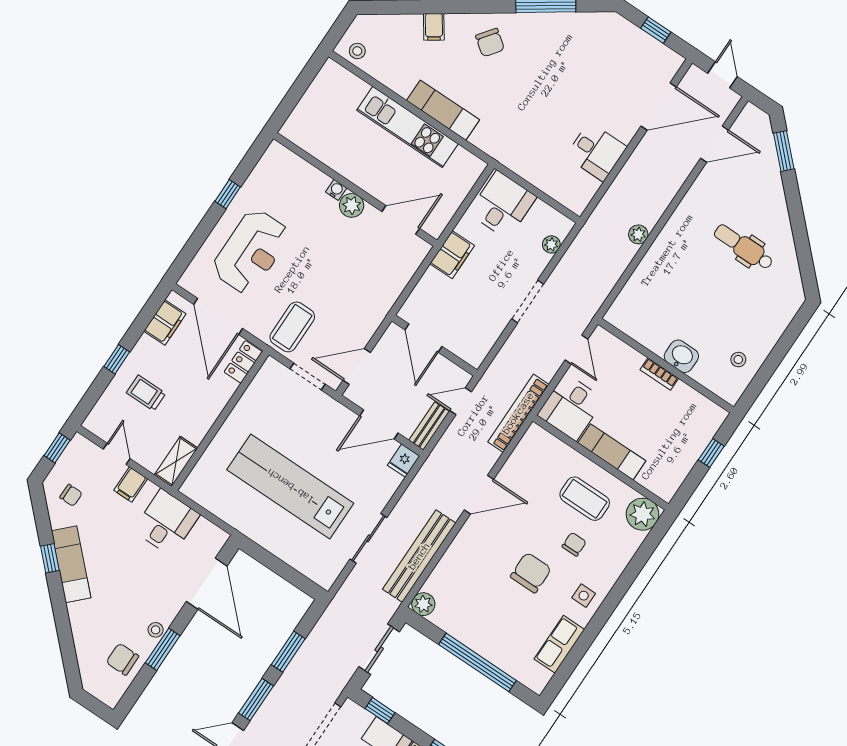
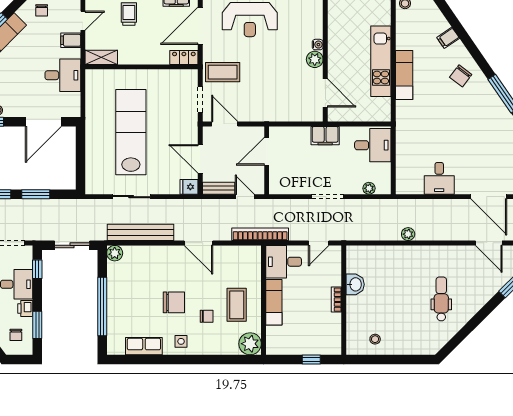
washbasin: (681, 356) -> (355, 284), moved

